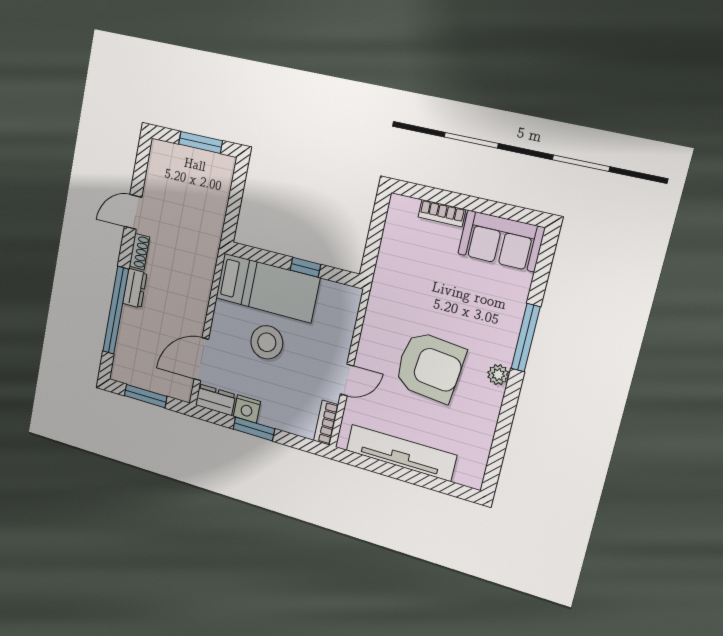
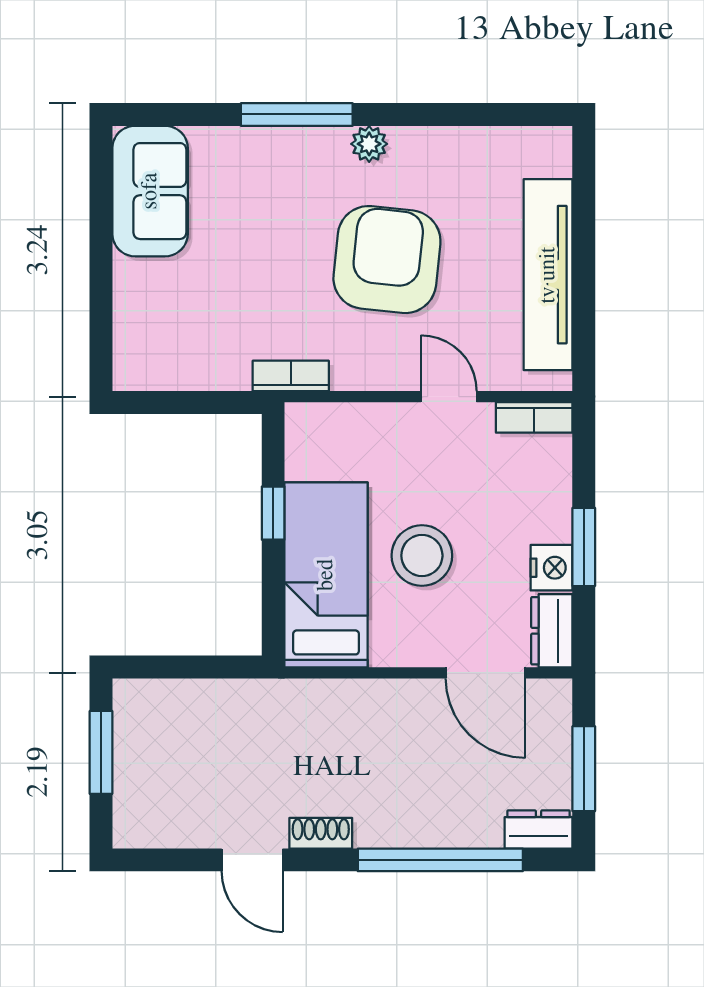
bookcase: (442, 213) -> (291, 376), moved, turned -90
dresser: (135, 288) -> (539, 829), moved

